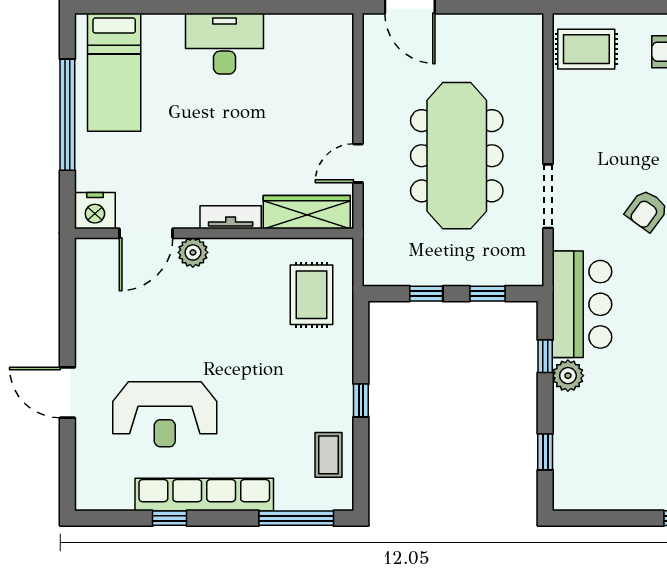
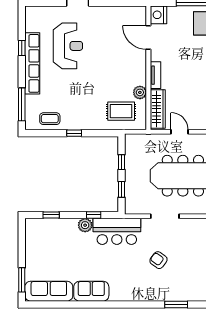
plant: (193, 252) -> (140, 92), moved
reception desk: (165, 414) -> (68, 46), turned 180

